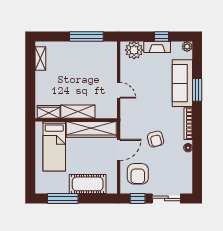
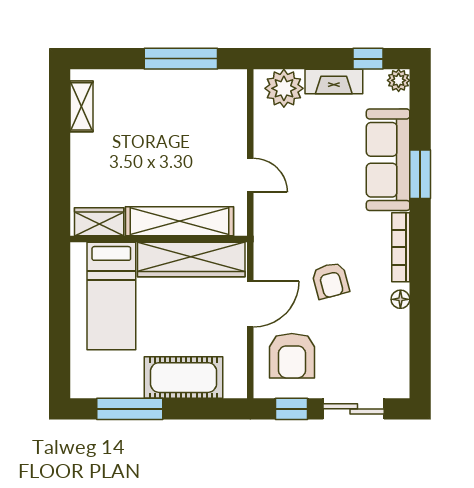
window: (161, 36) -> (368, 59), moved
shelving: (78, 112) -> (179, 221), width x1.47

